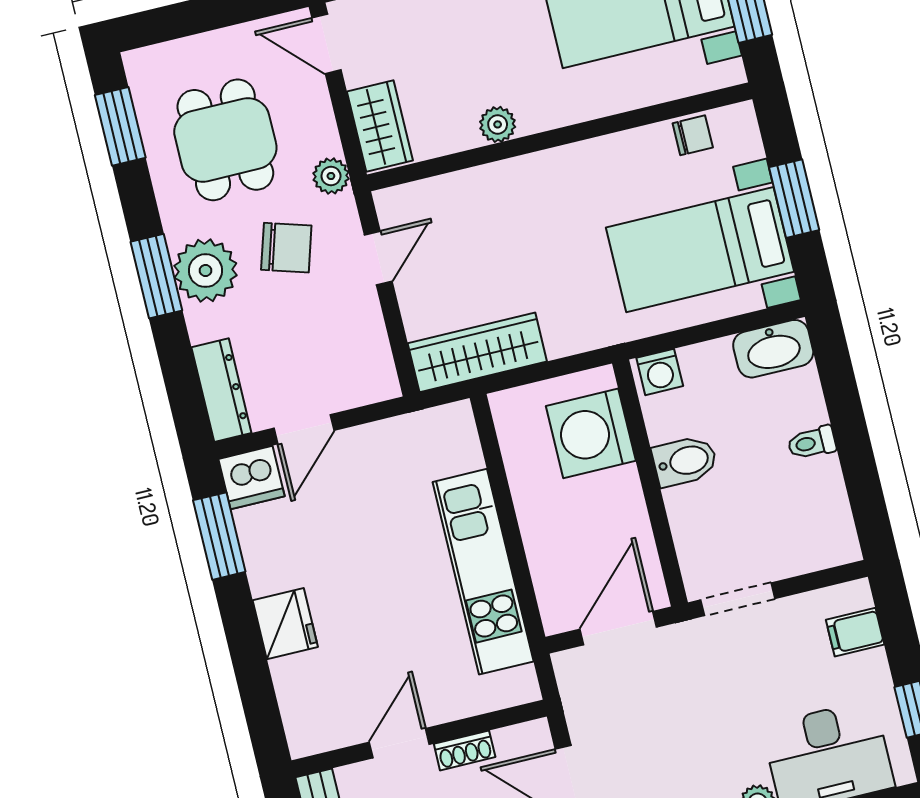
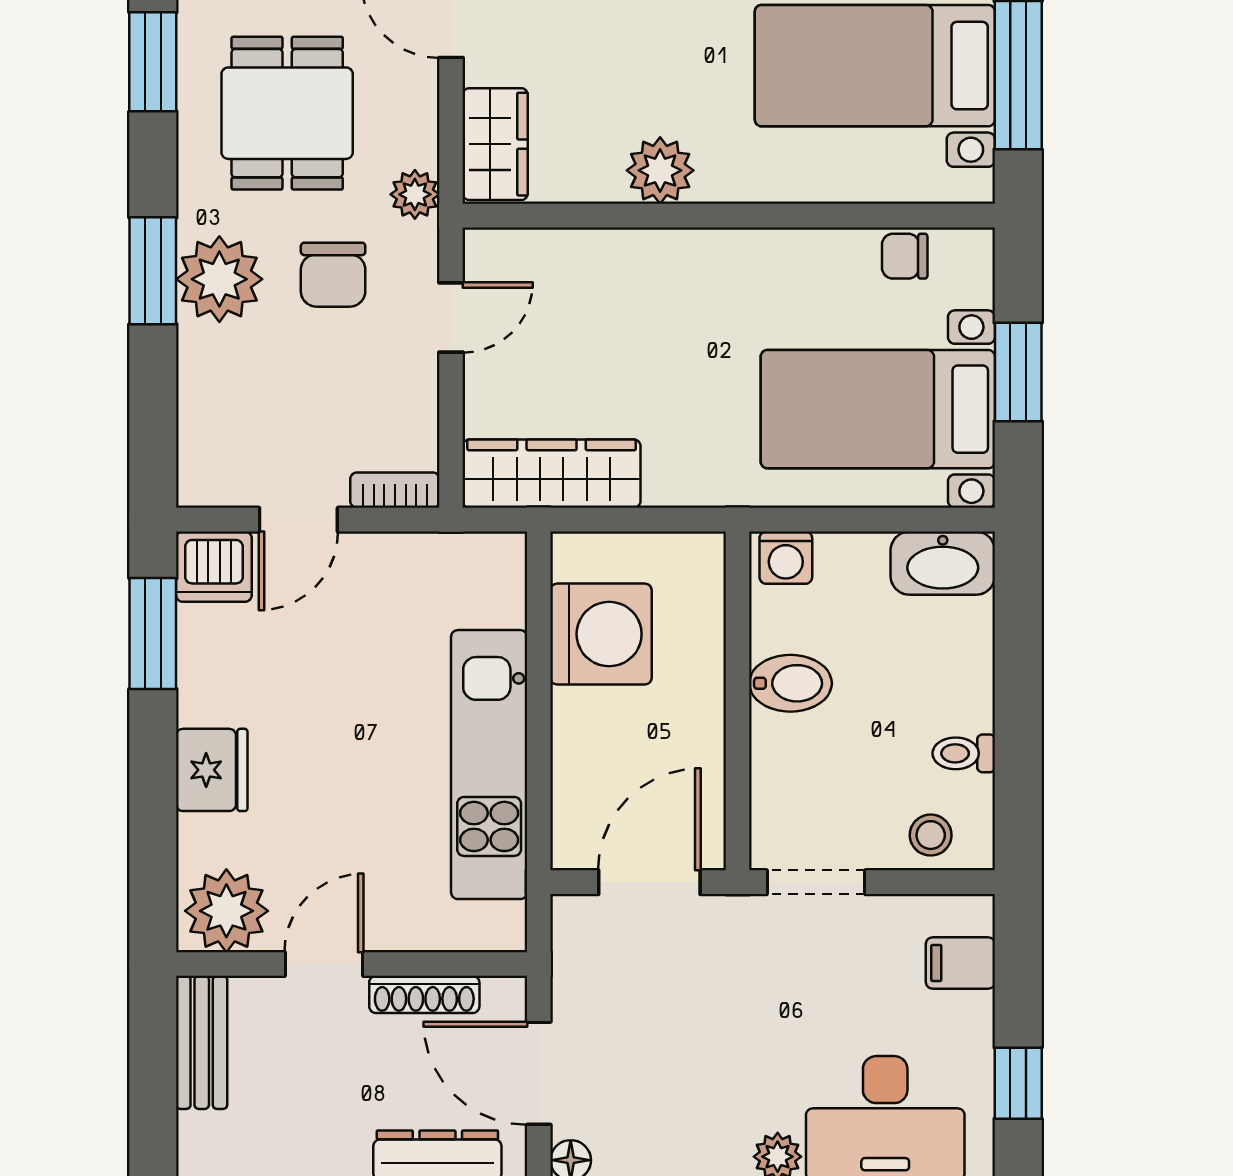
plant: (498, 124) -> (660, 170), width x1.38, depth x1.38
chair: (693, 135) -> (905, 256), turned 180
chair: (286, 248) -> (333, 275), turned 73
dresser: (221, 390) -> (202, 442), removed
bookcase: (368, 391) -> (395, 490), added
washing machine: (591, 433) -> (601, 634), moved, turned 180
toilet: (812, 443) -> (964, 753), moved
stool: (812, 546) -> (931, 835), added
plant: (320, 722) -> (226, 911), added
shoe rack: (465, 750) -> (424, 994), width x1.43

